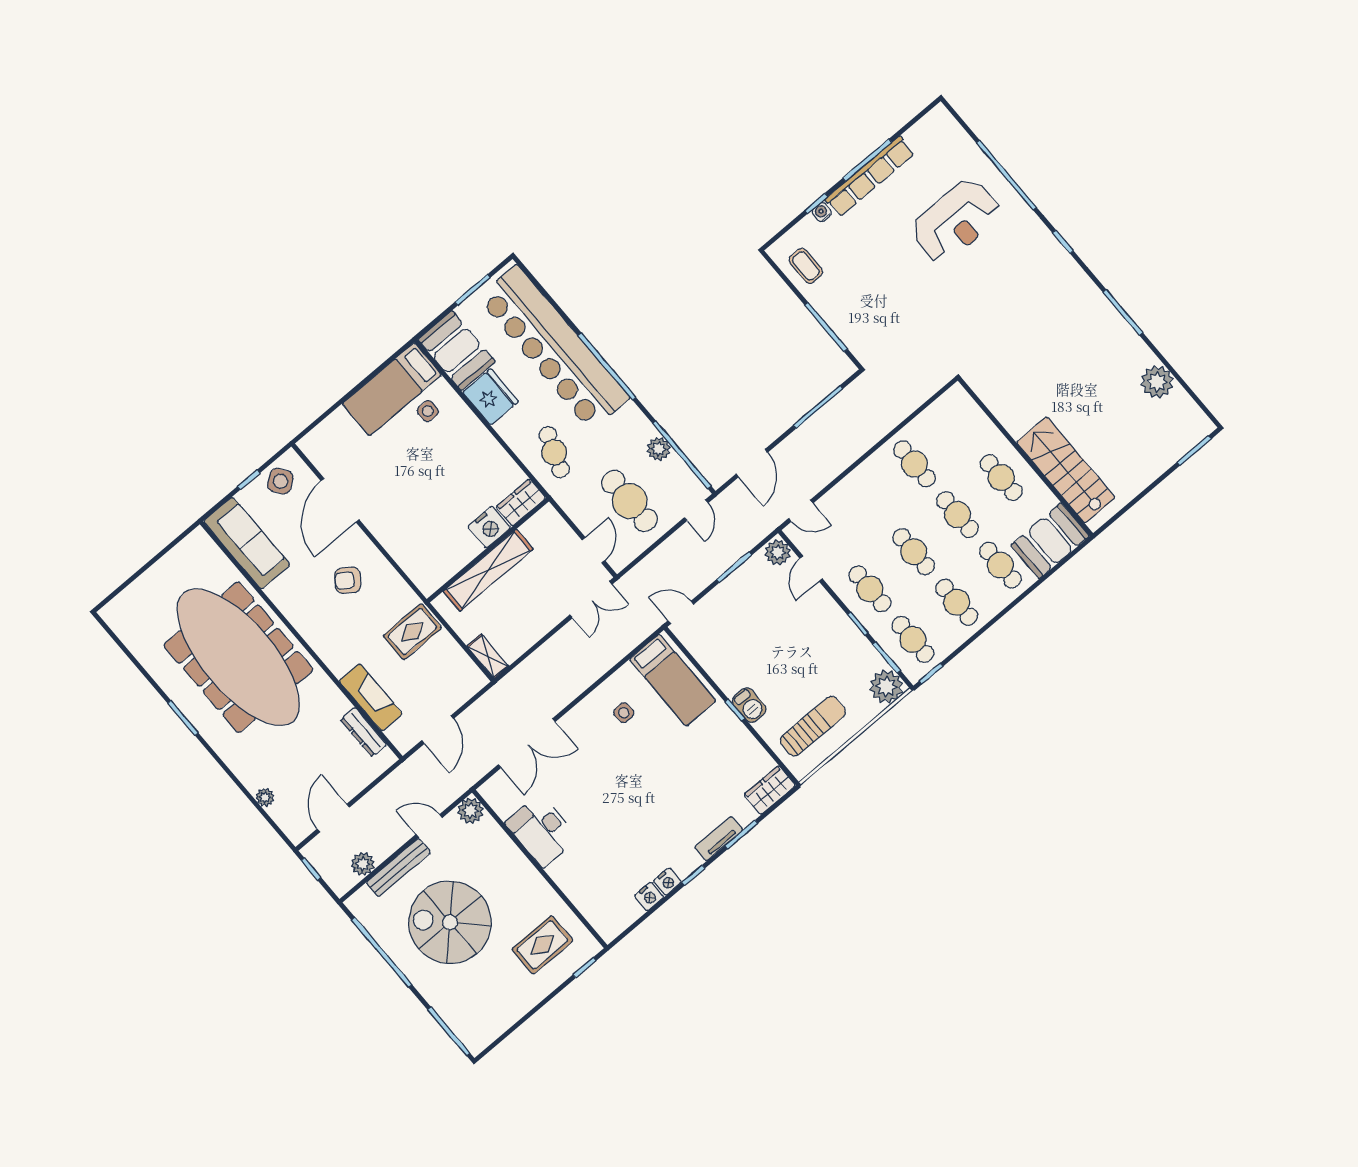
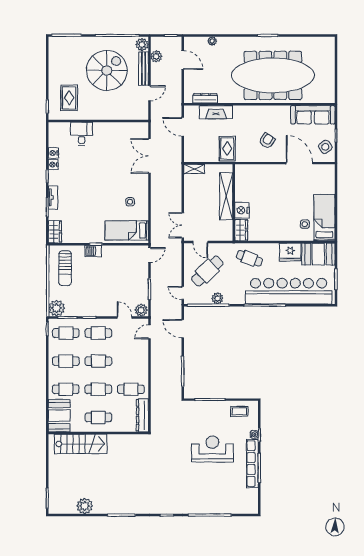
reception desk: (956, 221) -> (212, 449), moved, turned 90
dresser: (940, 412) -> (142, 415), added
cafe table: (629, 501) -> (207, 271), turned -43
plant: (471, 811) -> (142, 44), moved
desk: (542, 831) -> (82, 134), moved, width x0.73

